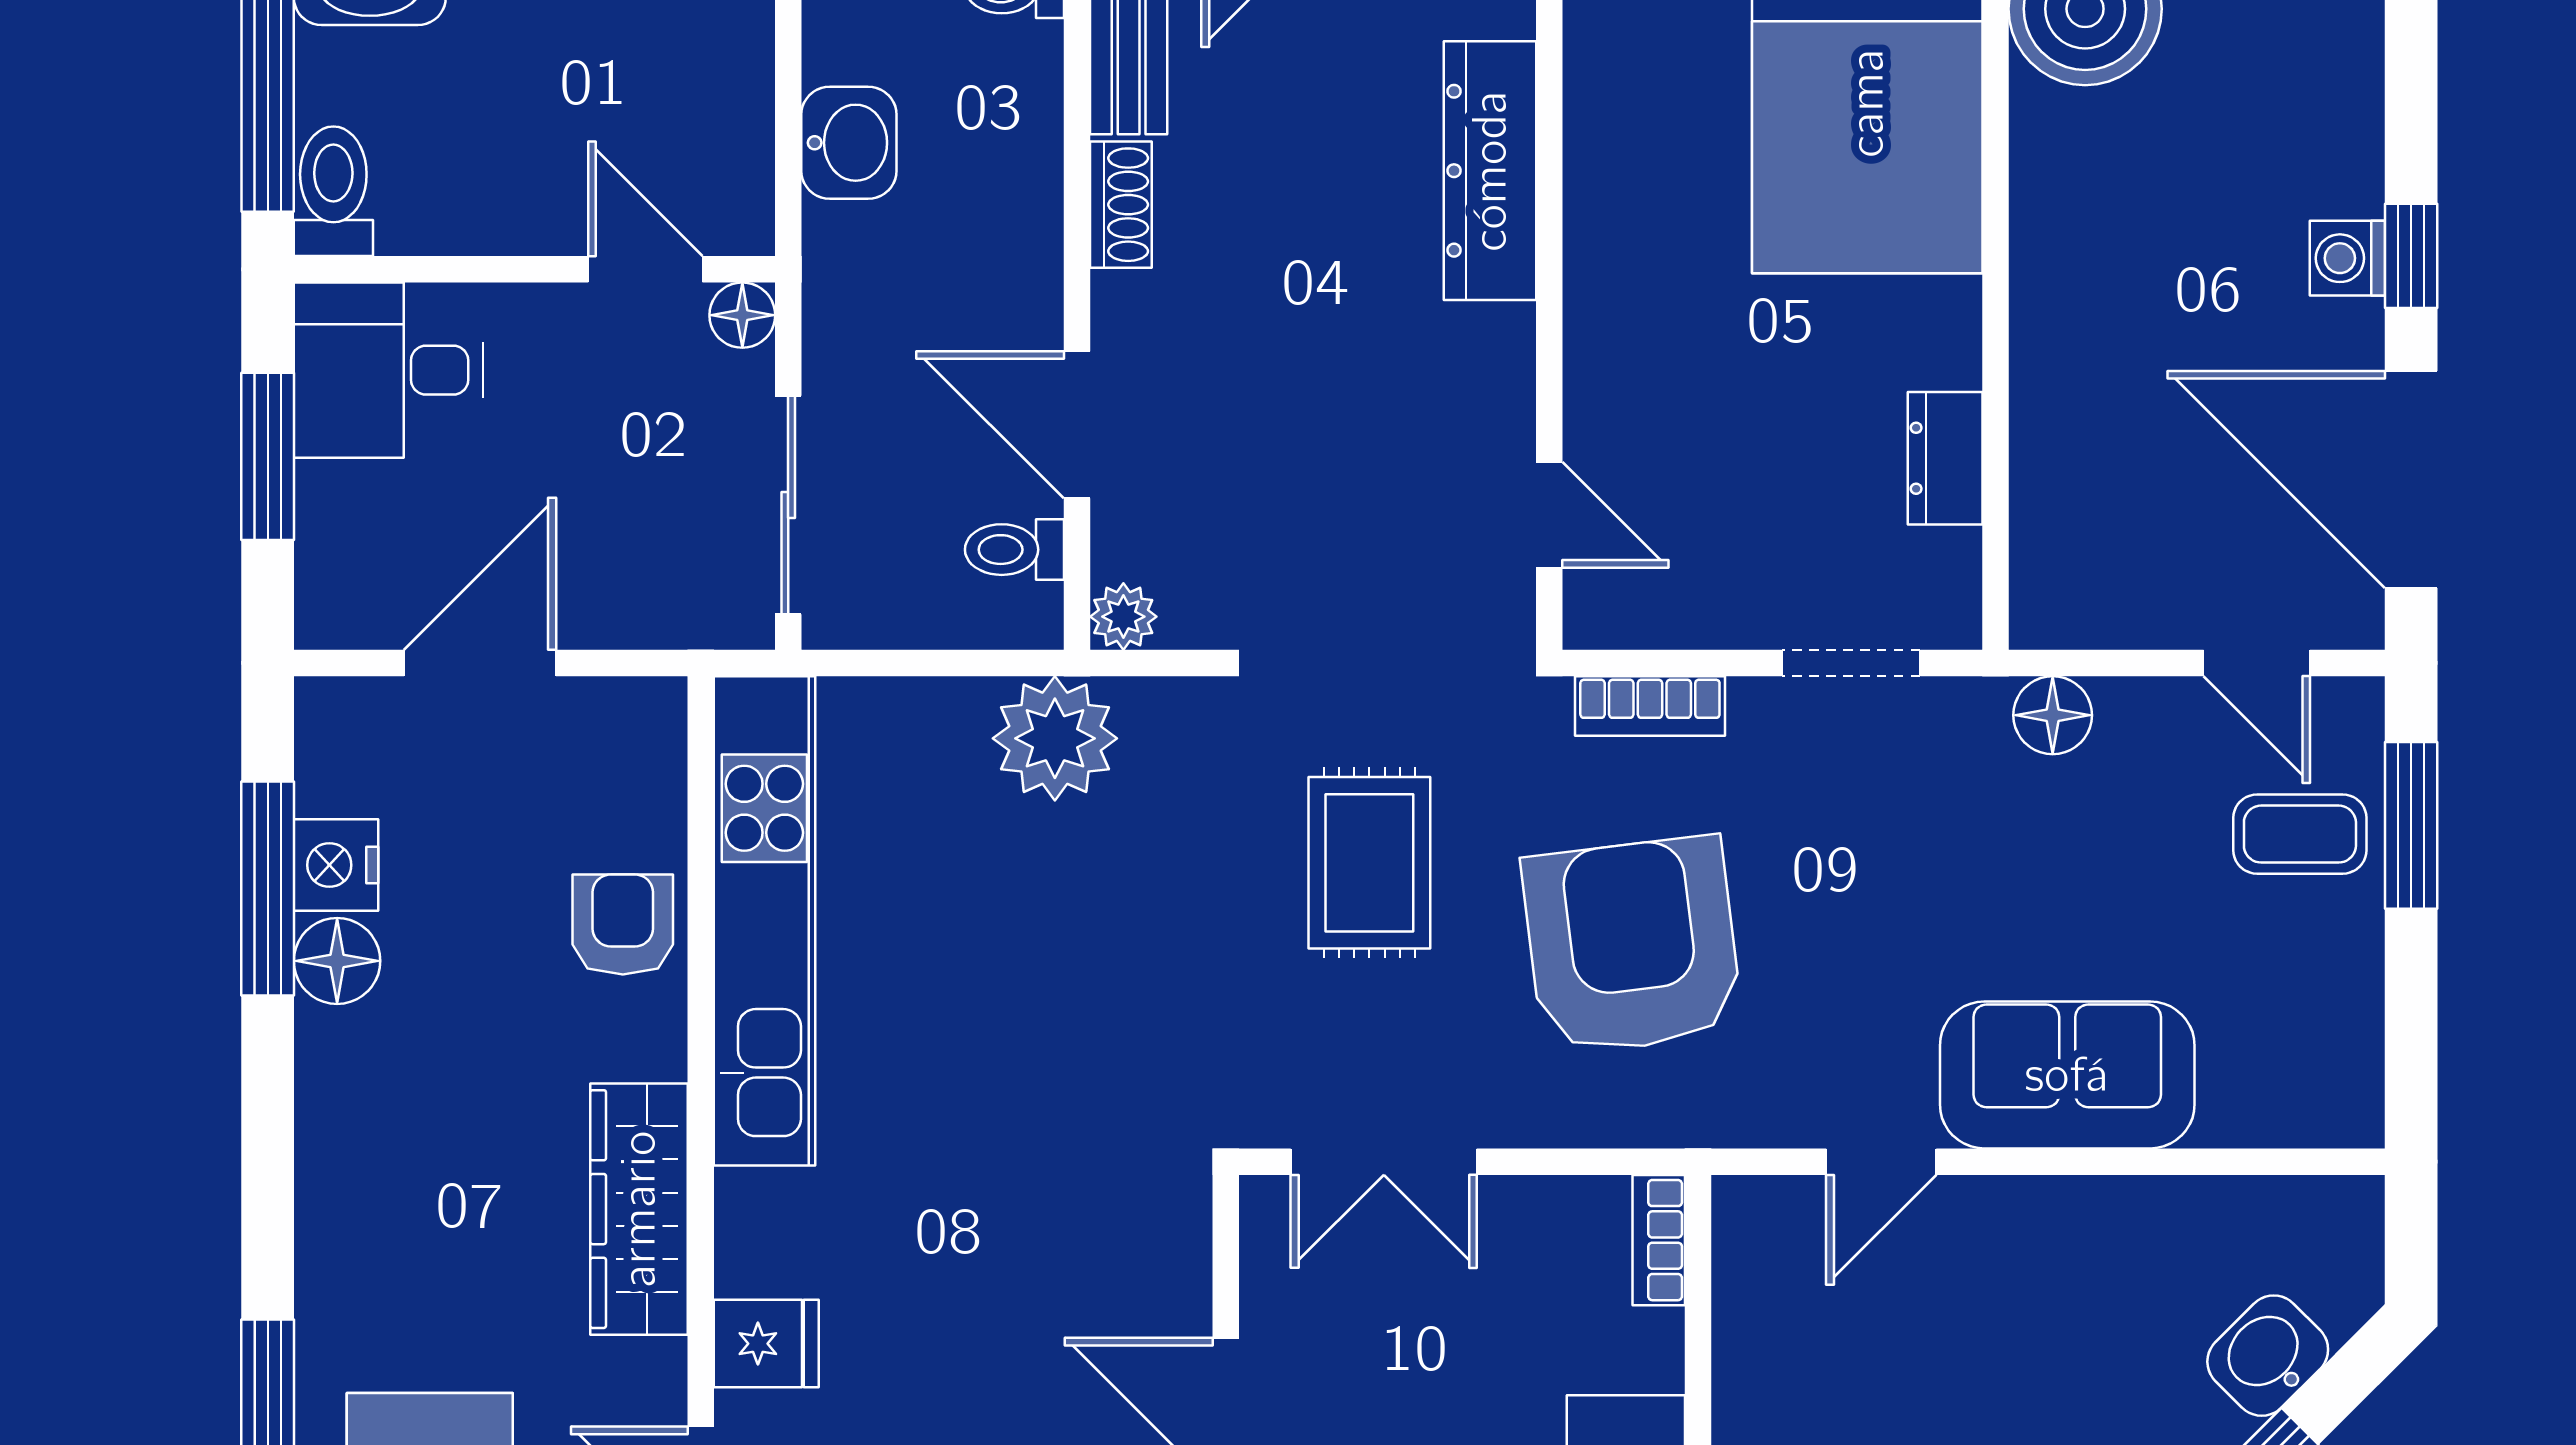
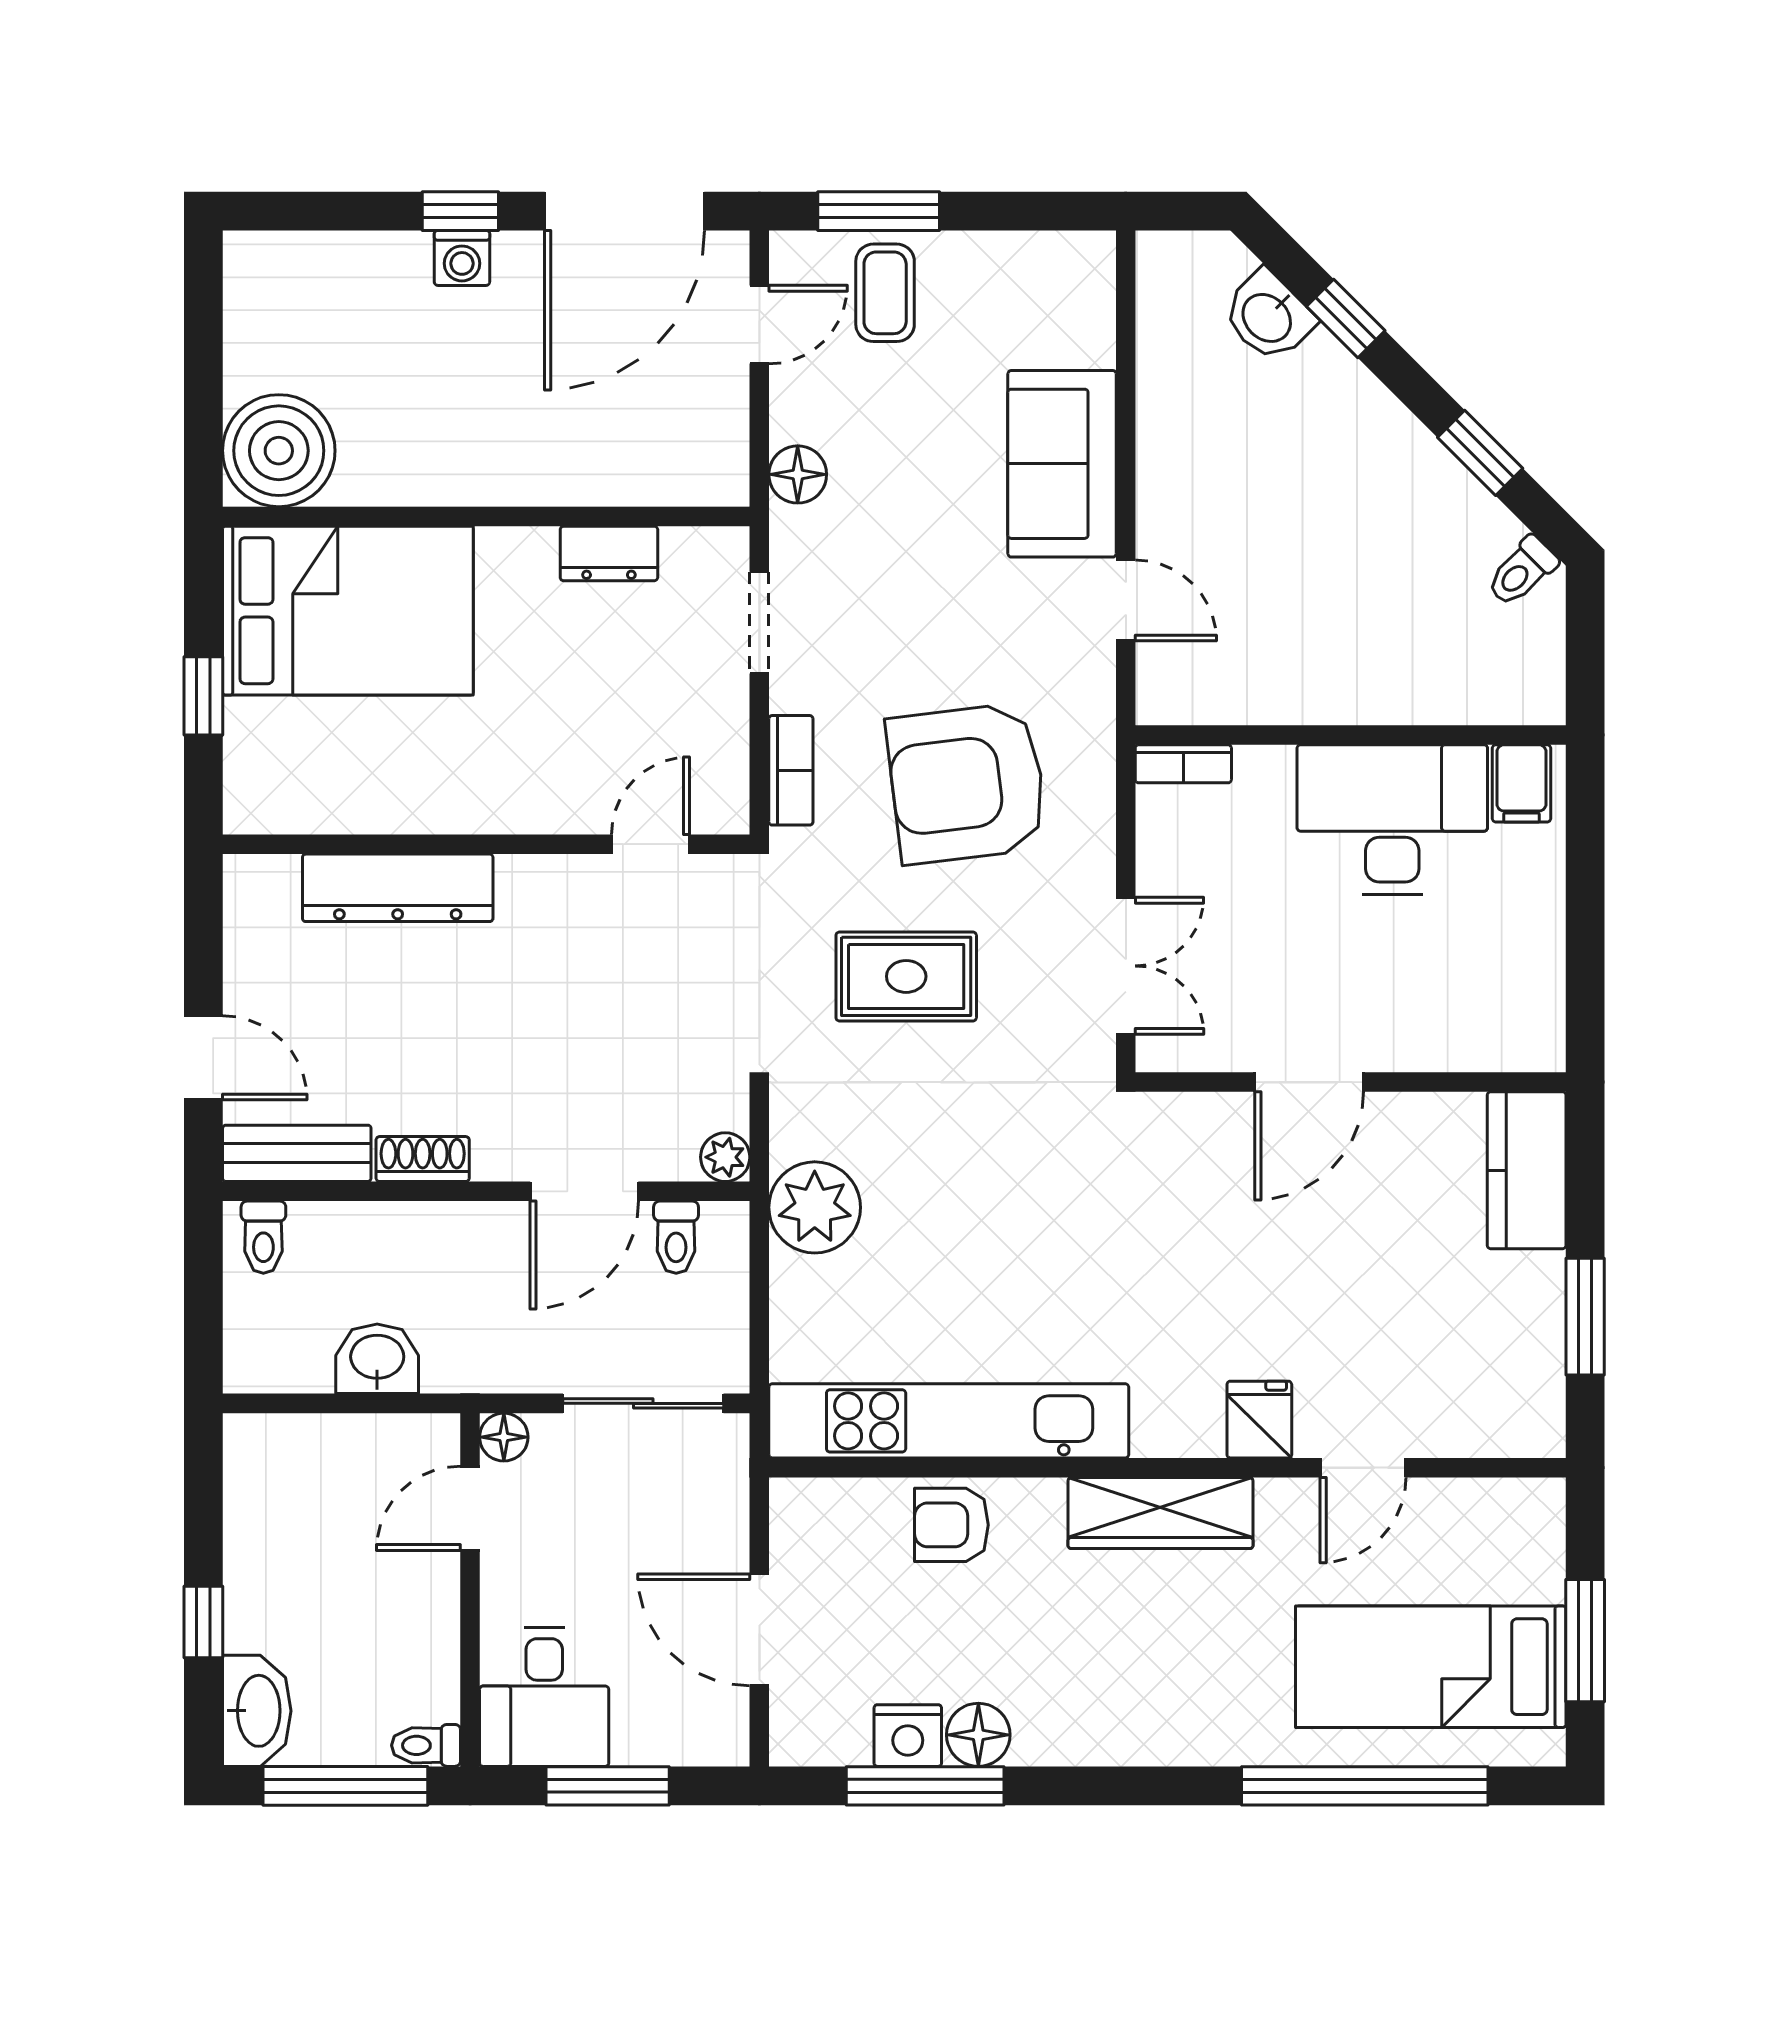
toilet: (333, 191) -> (426, 1745), width x0.73, depth x0.72

